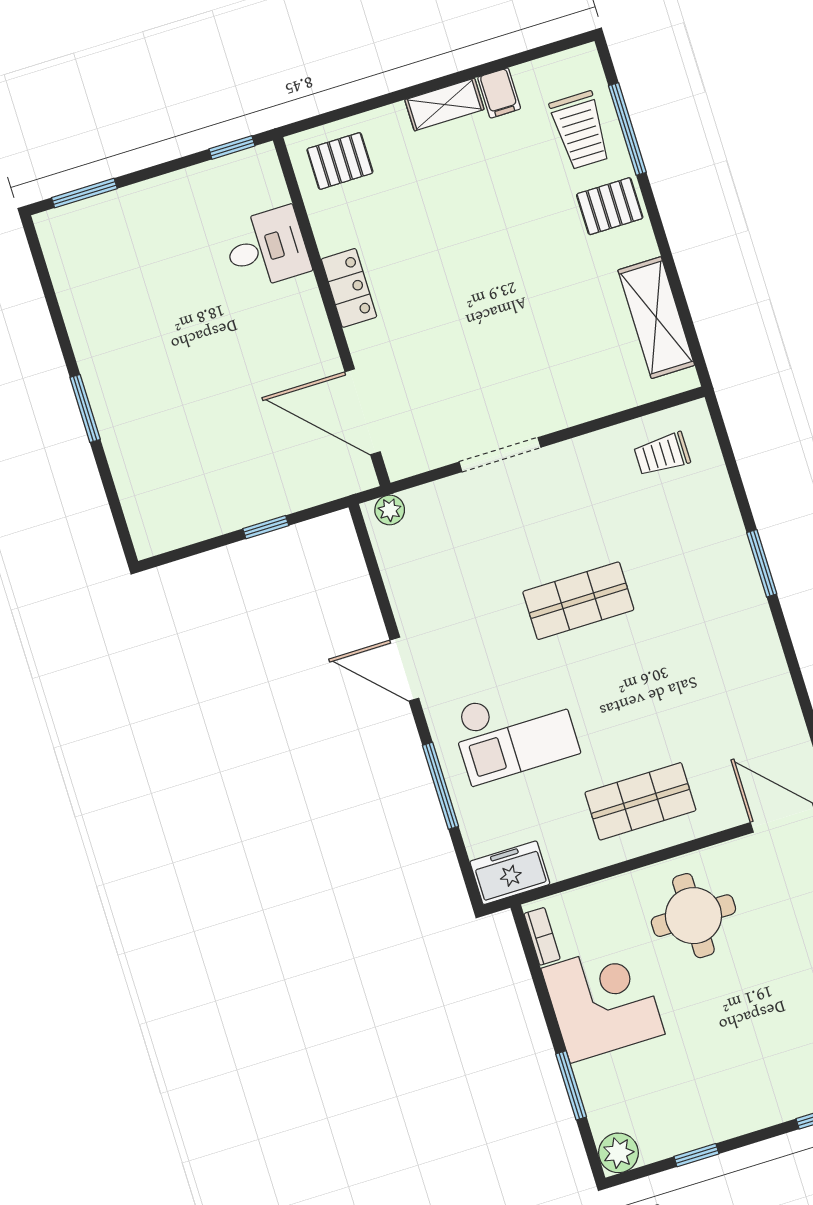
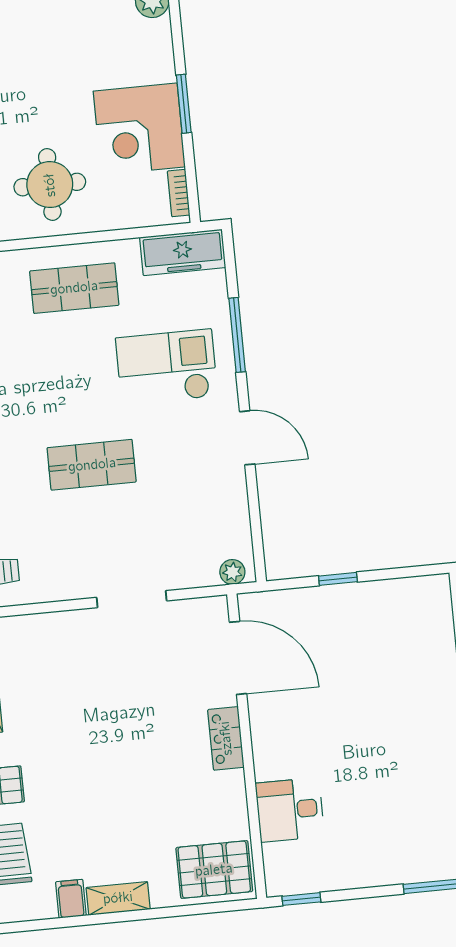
pallet: (340, 161) -> (214, 870), width x1.50, depth x1.42
locker: (349, 288) -> (226, 738), moved
freezer: (510, 873) -> (183, 252), width x1.40
window: (571, 1085) -> (184, 104), moved

